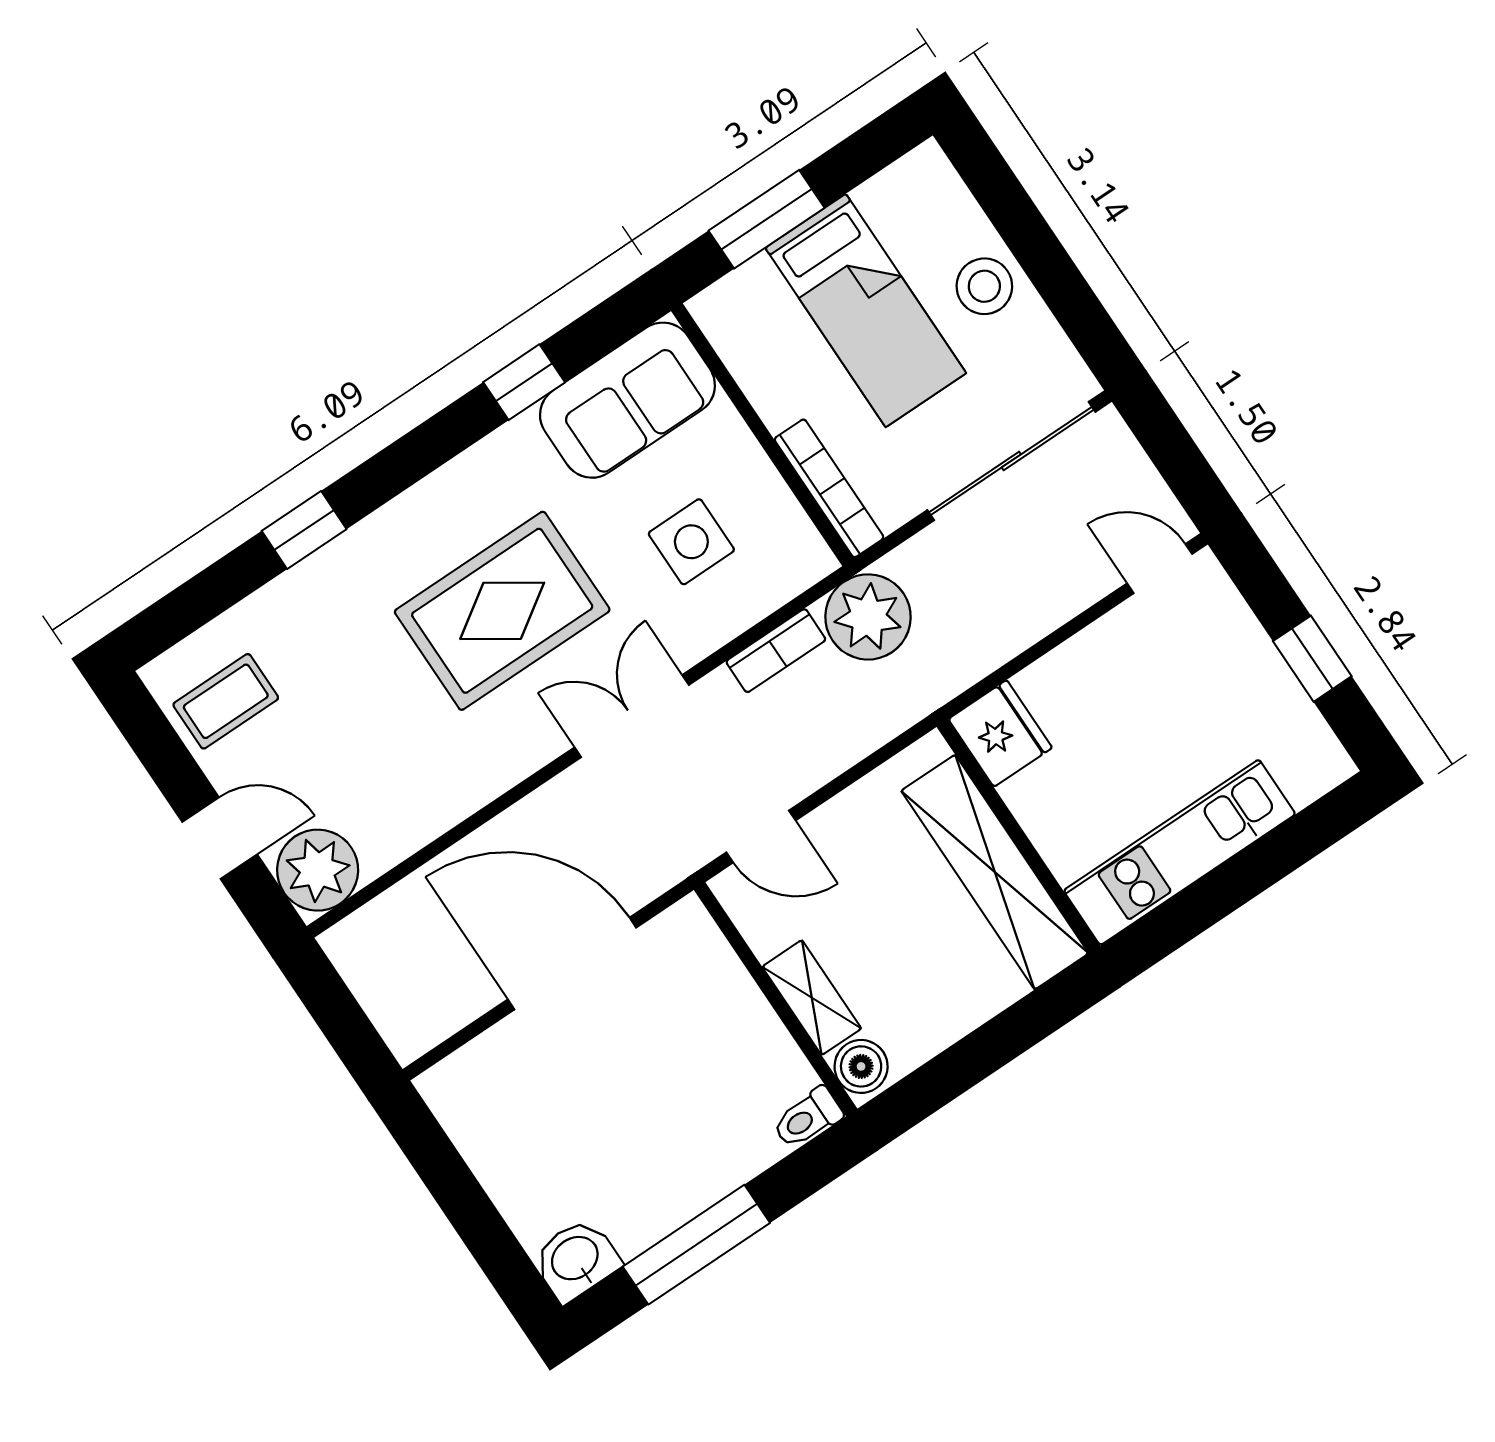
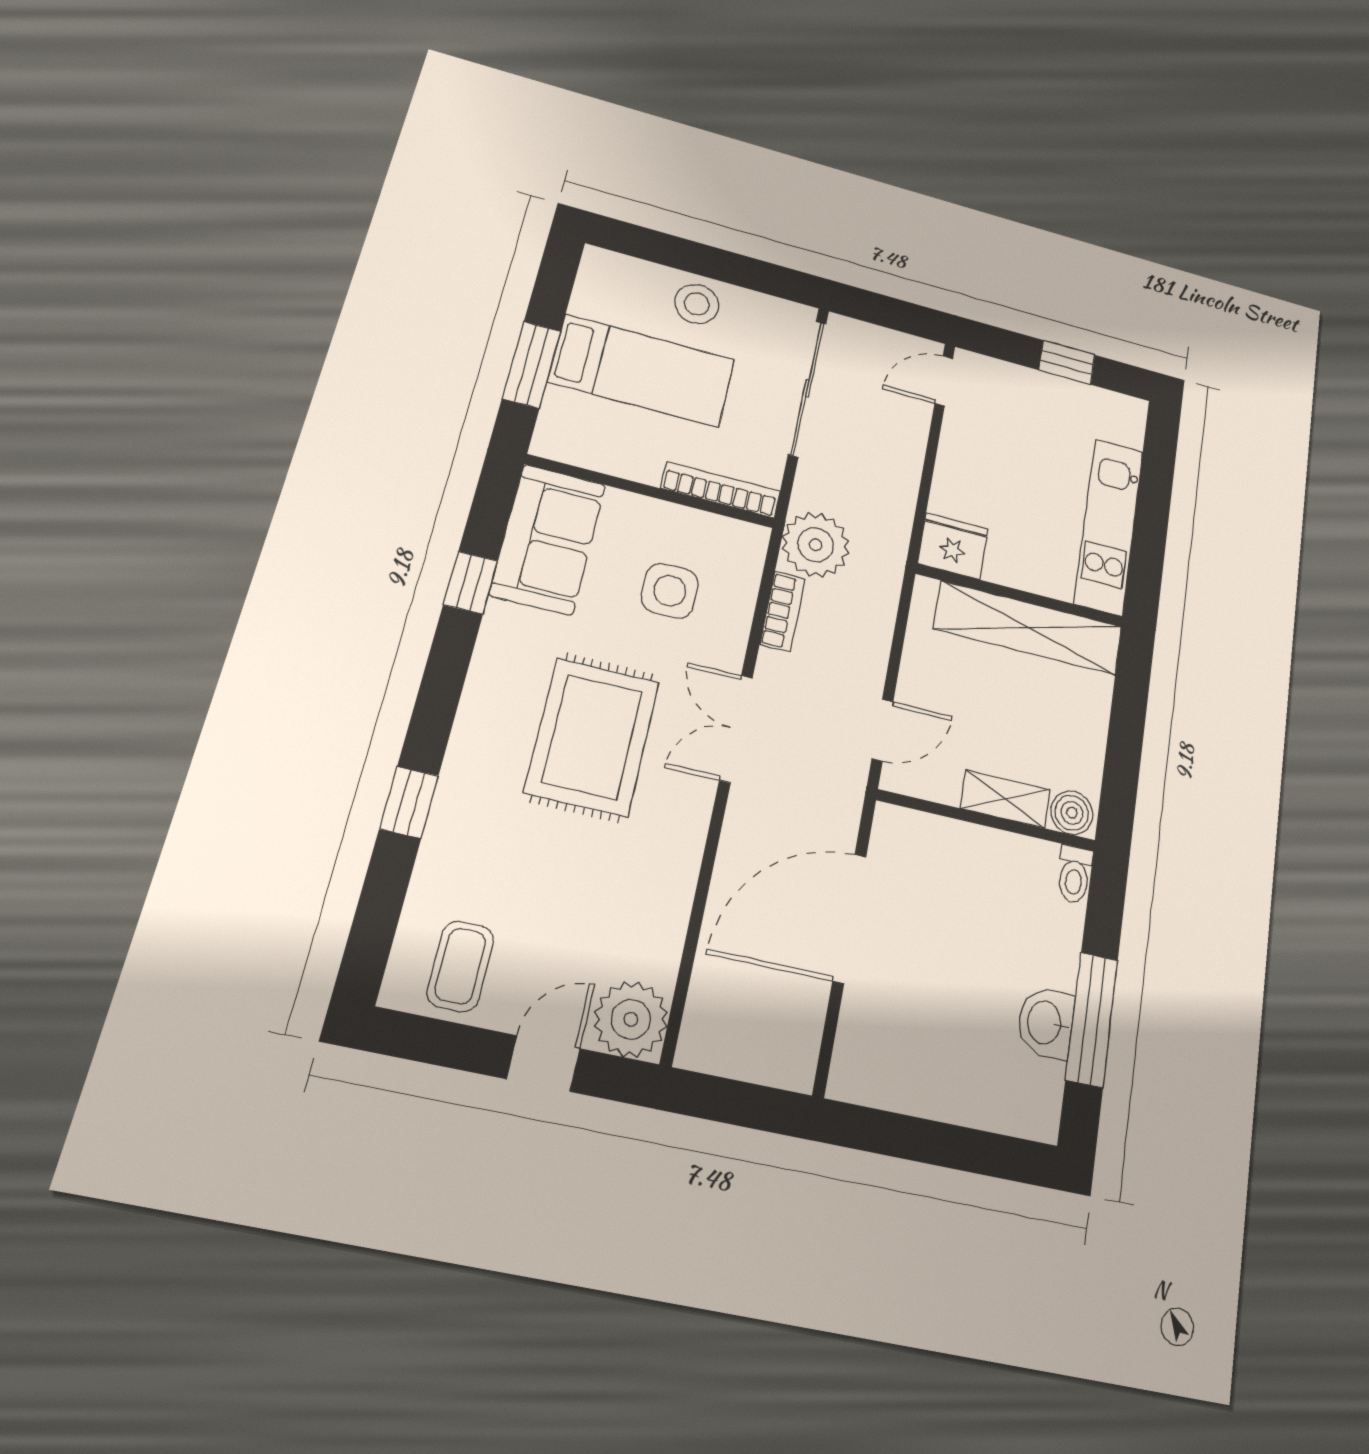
washbasin: (576, 1260) -> (1046, 1023), moved

